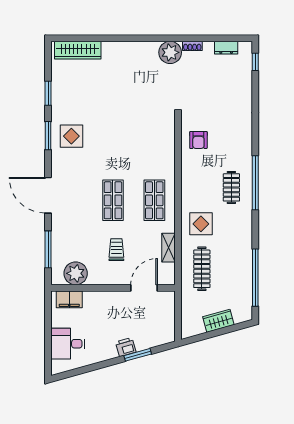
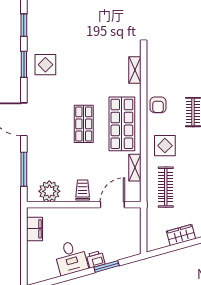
armchair: (198, 140) -> (158, 105), moved
shelving: (168, 142) -> (135, 70), added
shop shelf: (154, 200) -> (122, 124), width x1.43, depth x1.36
trolley: (116, 250) -> (83, 190), moved
filing cabinet: (69, 299) -> (34, 229), moved, turned -90
desk: (68, 344) -> (71, 258), moved, turned -106

